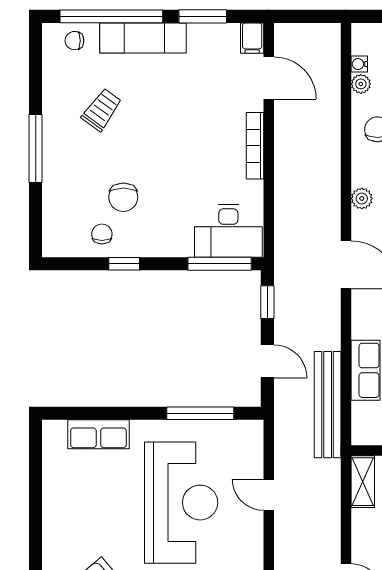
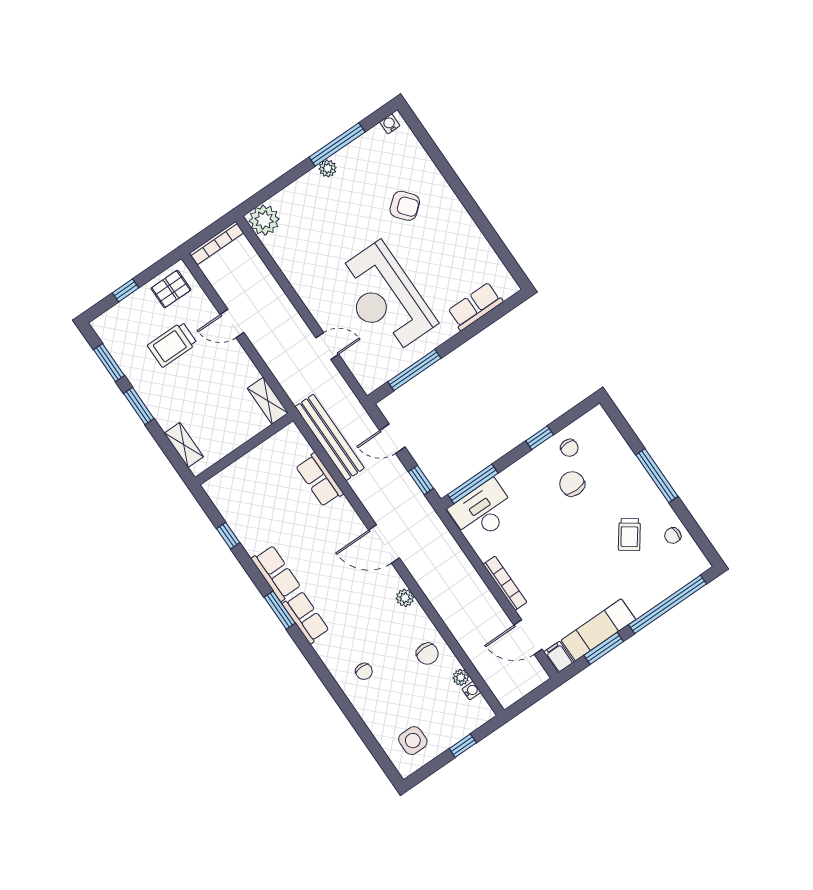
exam couch: (143, 38) -> (598, 630), moved
chair: (74, 41) -> (673, 536), moved, turned 180

